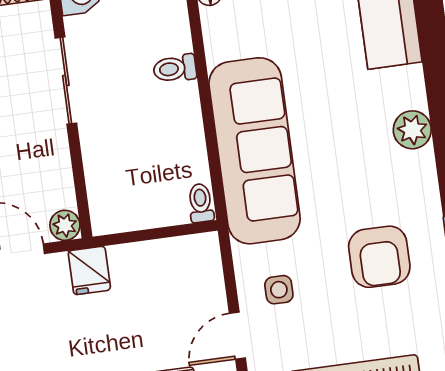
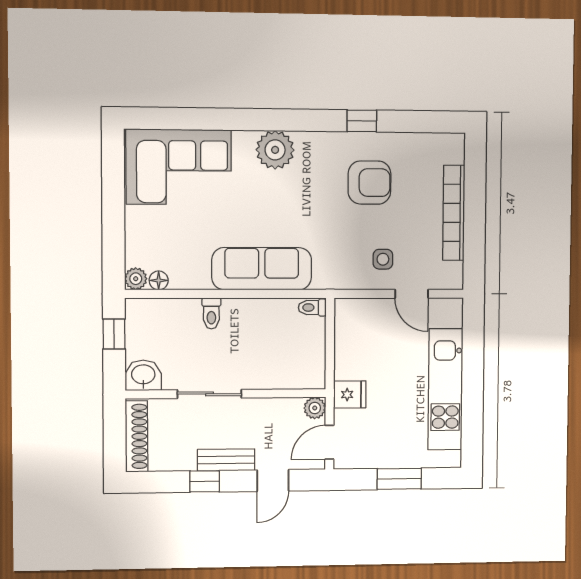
plant: (412, 130) -> (275, 150), width x1.36, depth x1.36
sofa: (255, 151) -> (262, 269), width x0.74, depth x0.79

